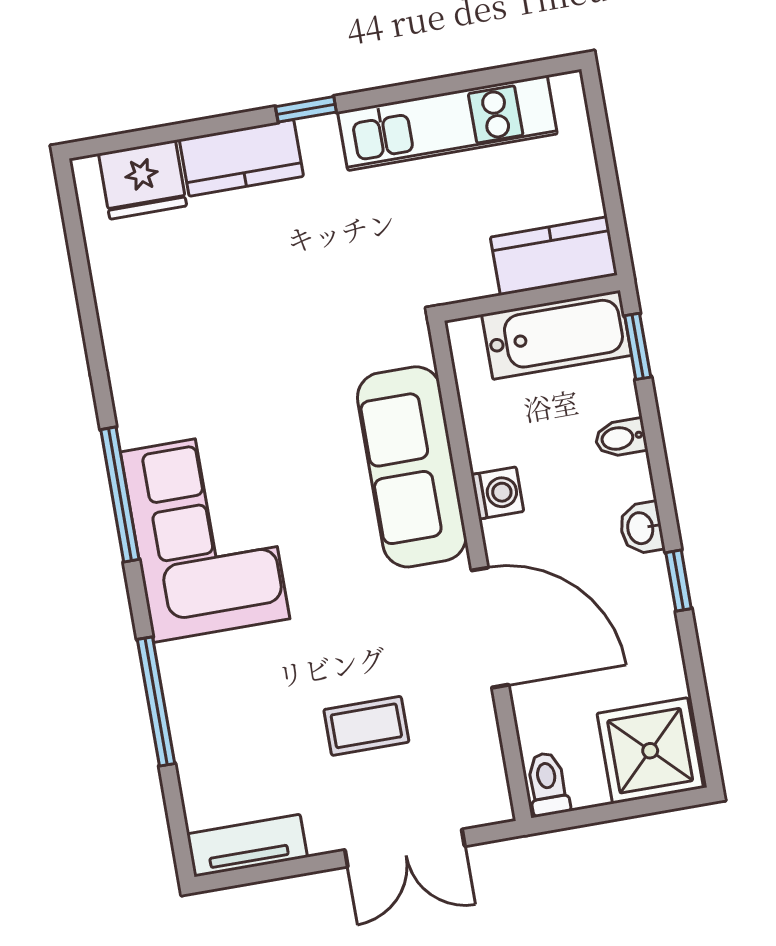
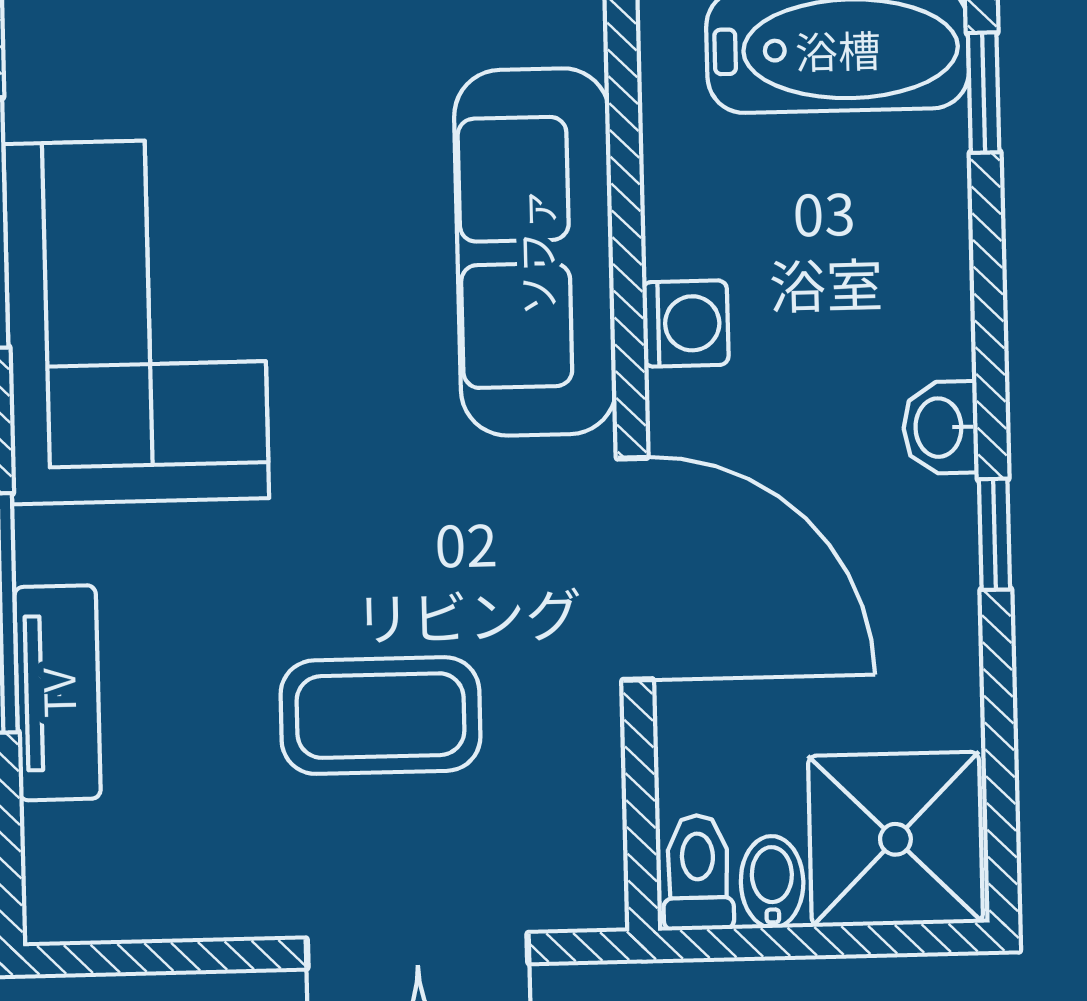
bidet: (621, 438) -> (772, 882), moved, turned 90
coffee table: (366, 726) -> (380, 716), width x1.36, depth x1.30
tv unit: (247, 846) -> (57, 693), moved, turned 90

